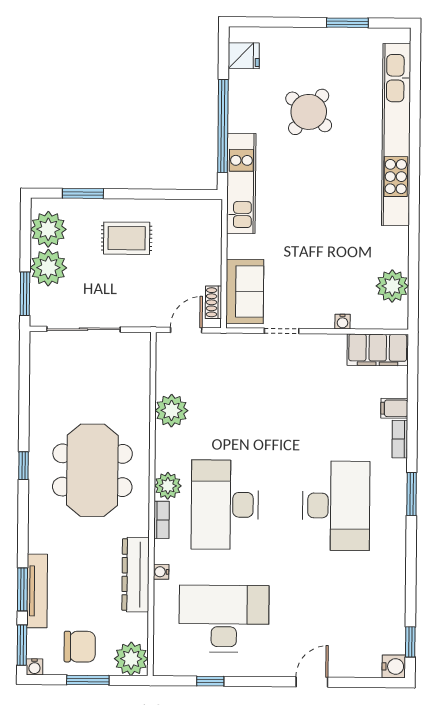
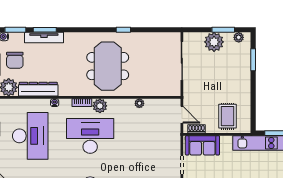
plant: (48, 229) -> (239, 37), width x0.53, depth x0.53
rug: (127, 238) -> (227, 116), moved
window: (25, 294) -> (223, 30), moved
plant: (172, 411) -> (139, 103), width x0.53, depth x0.53
window: (23, 466) -> (123, 30), moved
meeting table: (92, 470) -> (108, 66), turned 90
dresser: (136, 575) -> (38, 89), moved

